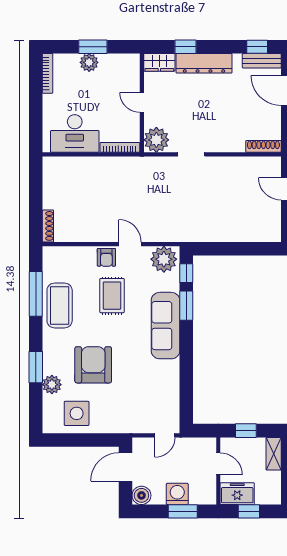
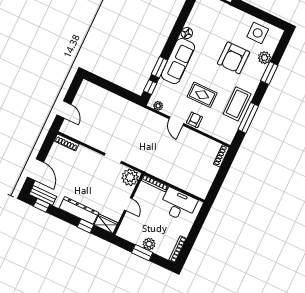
plant: (164, 259) -> (158, 106), width x0.53, depth x0.53
rug: (112, 296) -> (202, 95), turned 90
floor lamp: (171, 369) -> (187, 33), added

